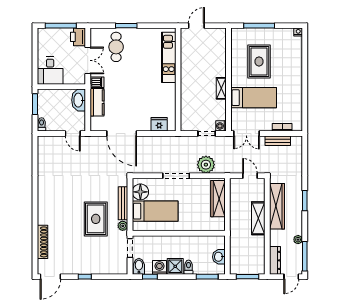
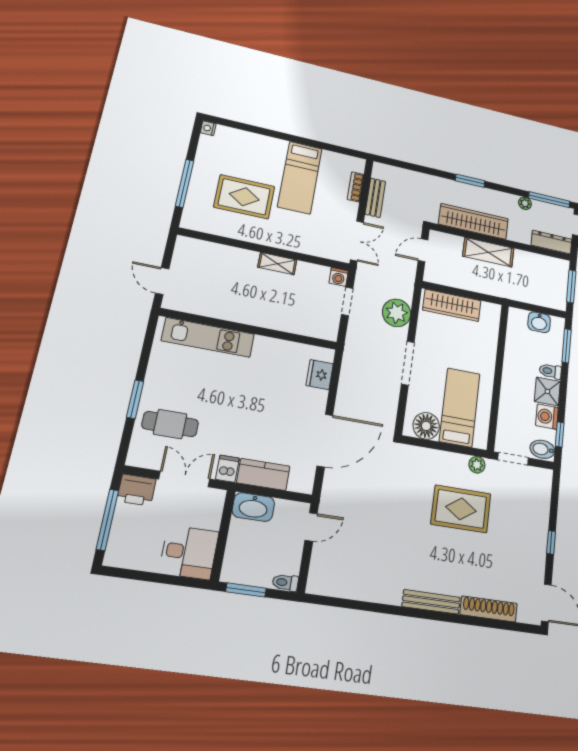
bed: (254, 98) -> (300, 178), moved, turned 180
bench: (123, 203) -> (431, 602), moved

